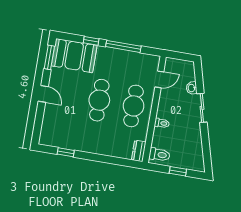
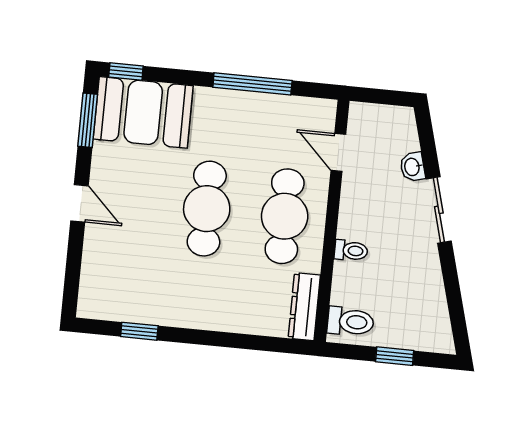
window: (91, 41) -> (126, 72), moved
door: (159, 79) -> (338, 152), swing flipped
dresser: (139, 151) -> (304, 307), width x1.44

